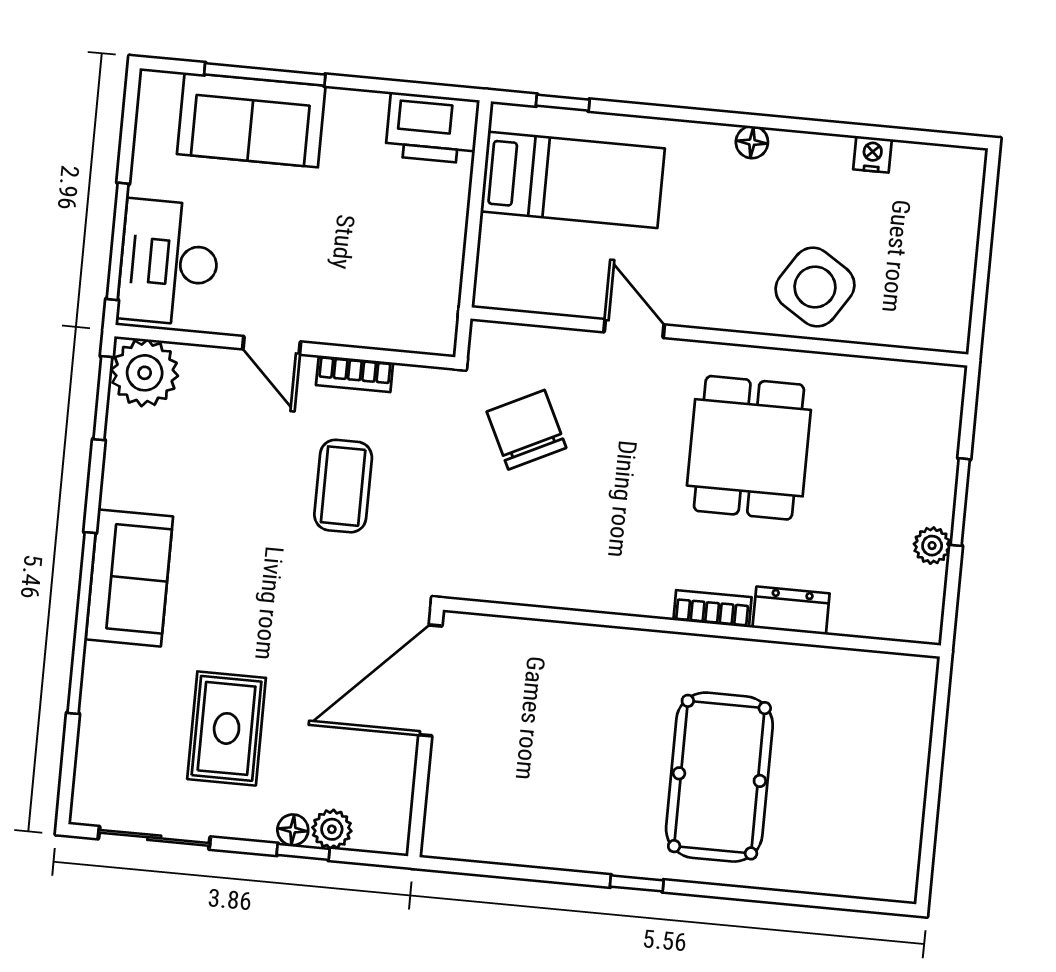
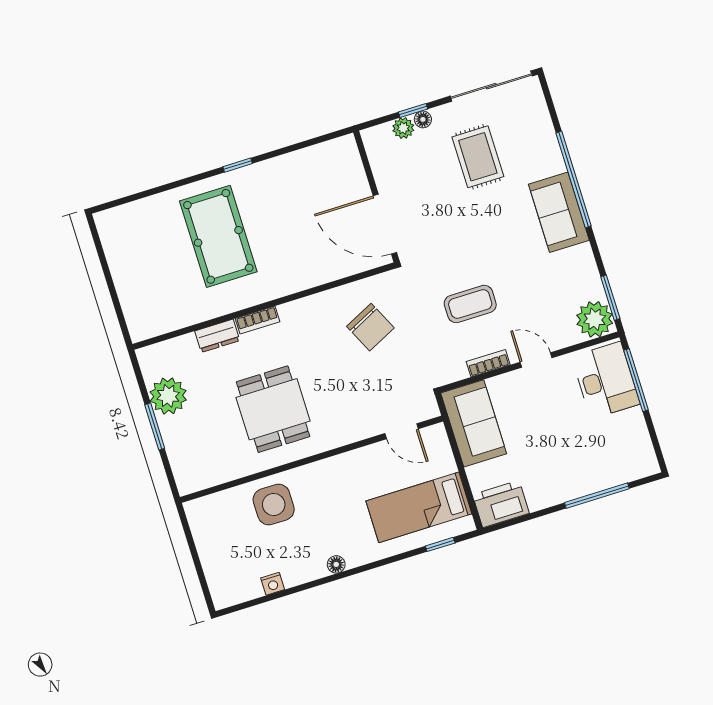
sofa: (251, 120) -> (474, 423), moved, turned 90
side table: (815, 287) -> (274, 504), turned -33
door: (634, 328) -> (402, 431), moved
chair: (526, 430) -> (370, 327), moved
coffee table: (343, 486) -> (470, 304), turned 90
plant: (932, 546) -> (168, 396), width x1.87, depth x1.87
door: (430, 680) -> (385, 224), swing flipped
sliding door: (154, 838) -> (491, 86), width x1.37

